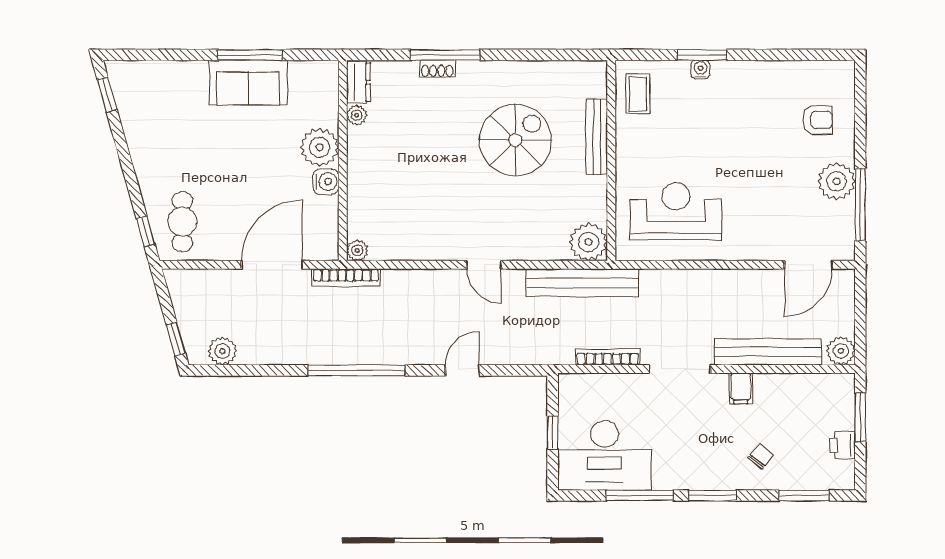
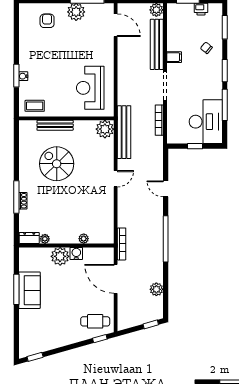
plant: (357, 250) -> (84, 239), moved
plant: (222, 351) -> (156, 289), moved

